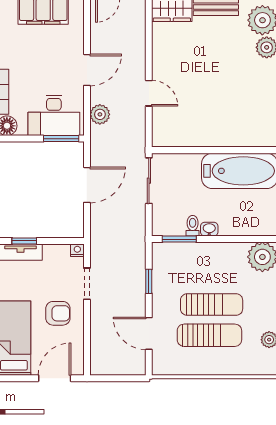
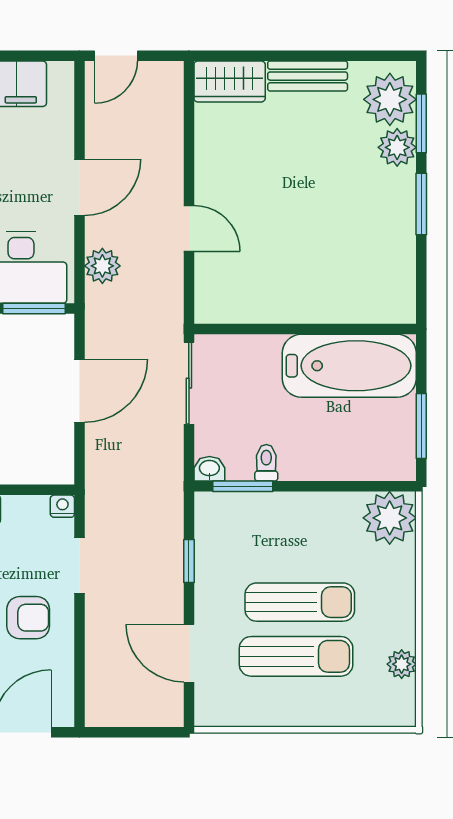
washbasin: (209, 229) -> (209, 469), moved

